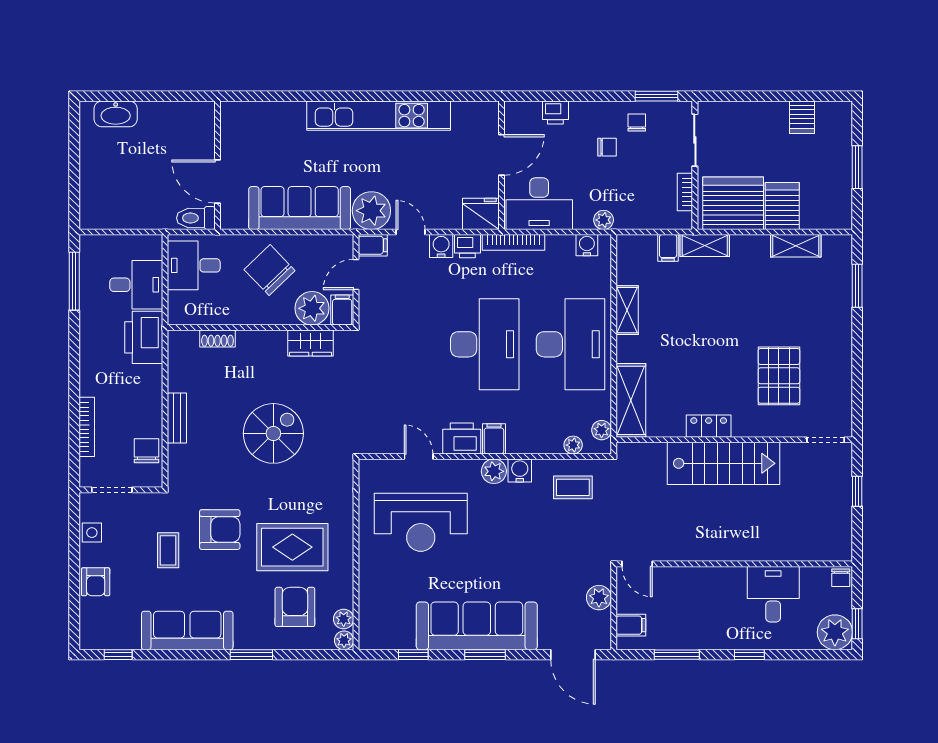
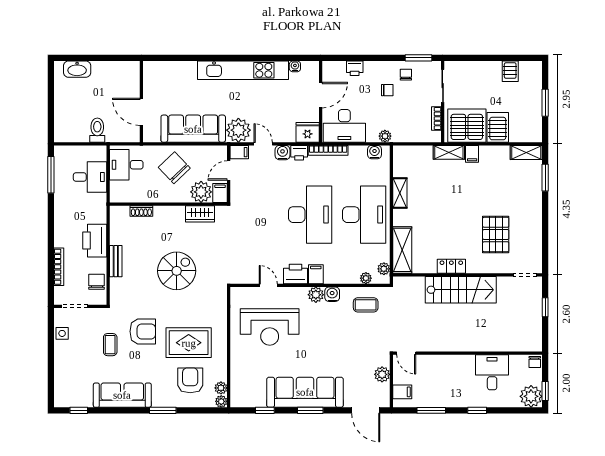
water cooler: (461, 109) -> (295, 66), added
toilet: (196, 218) -> (97, 130), moved, turned 90
shelving: (796, 246) -> (526, 152), moved
filing cabinet: (668, 248) -> (472, 154), moved
printer: (144, 337) -> (95, 241), moved
armchair: (96, 582) -> (64, 364), removed

